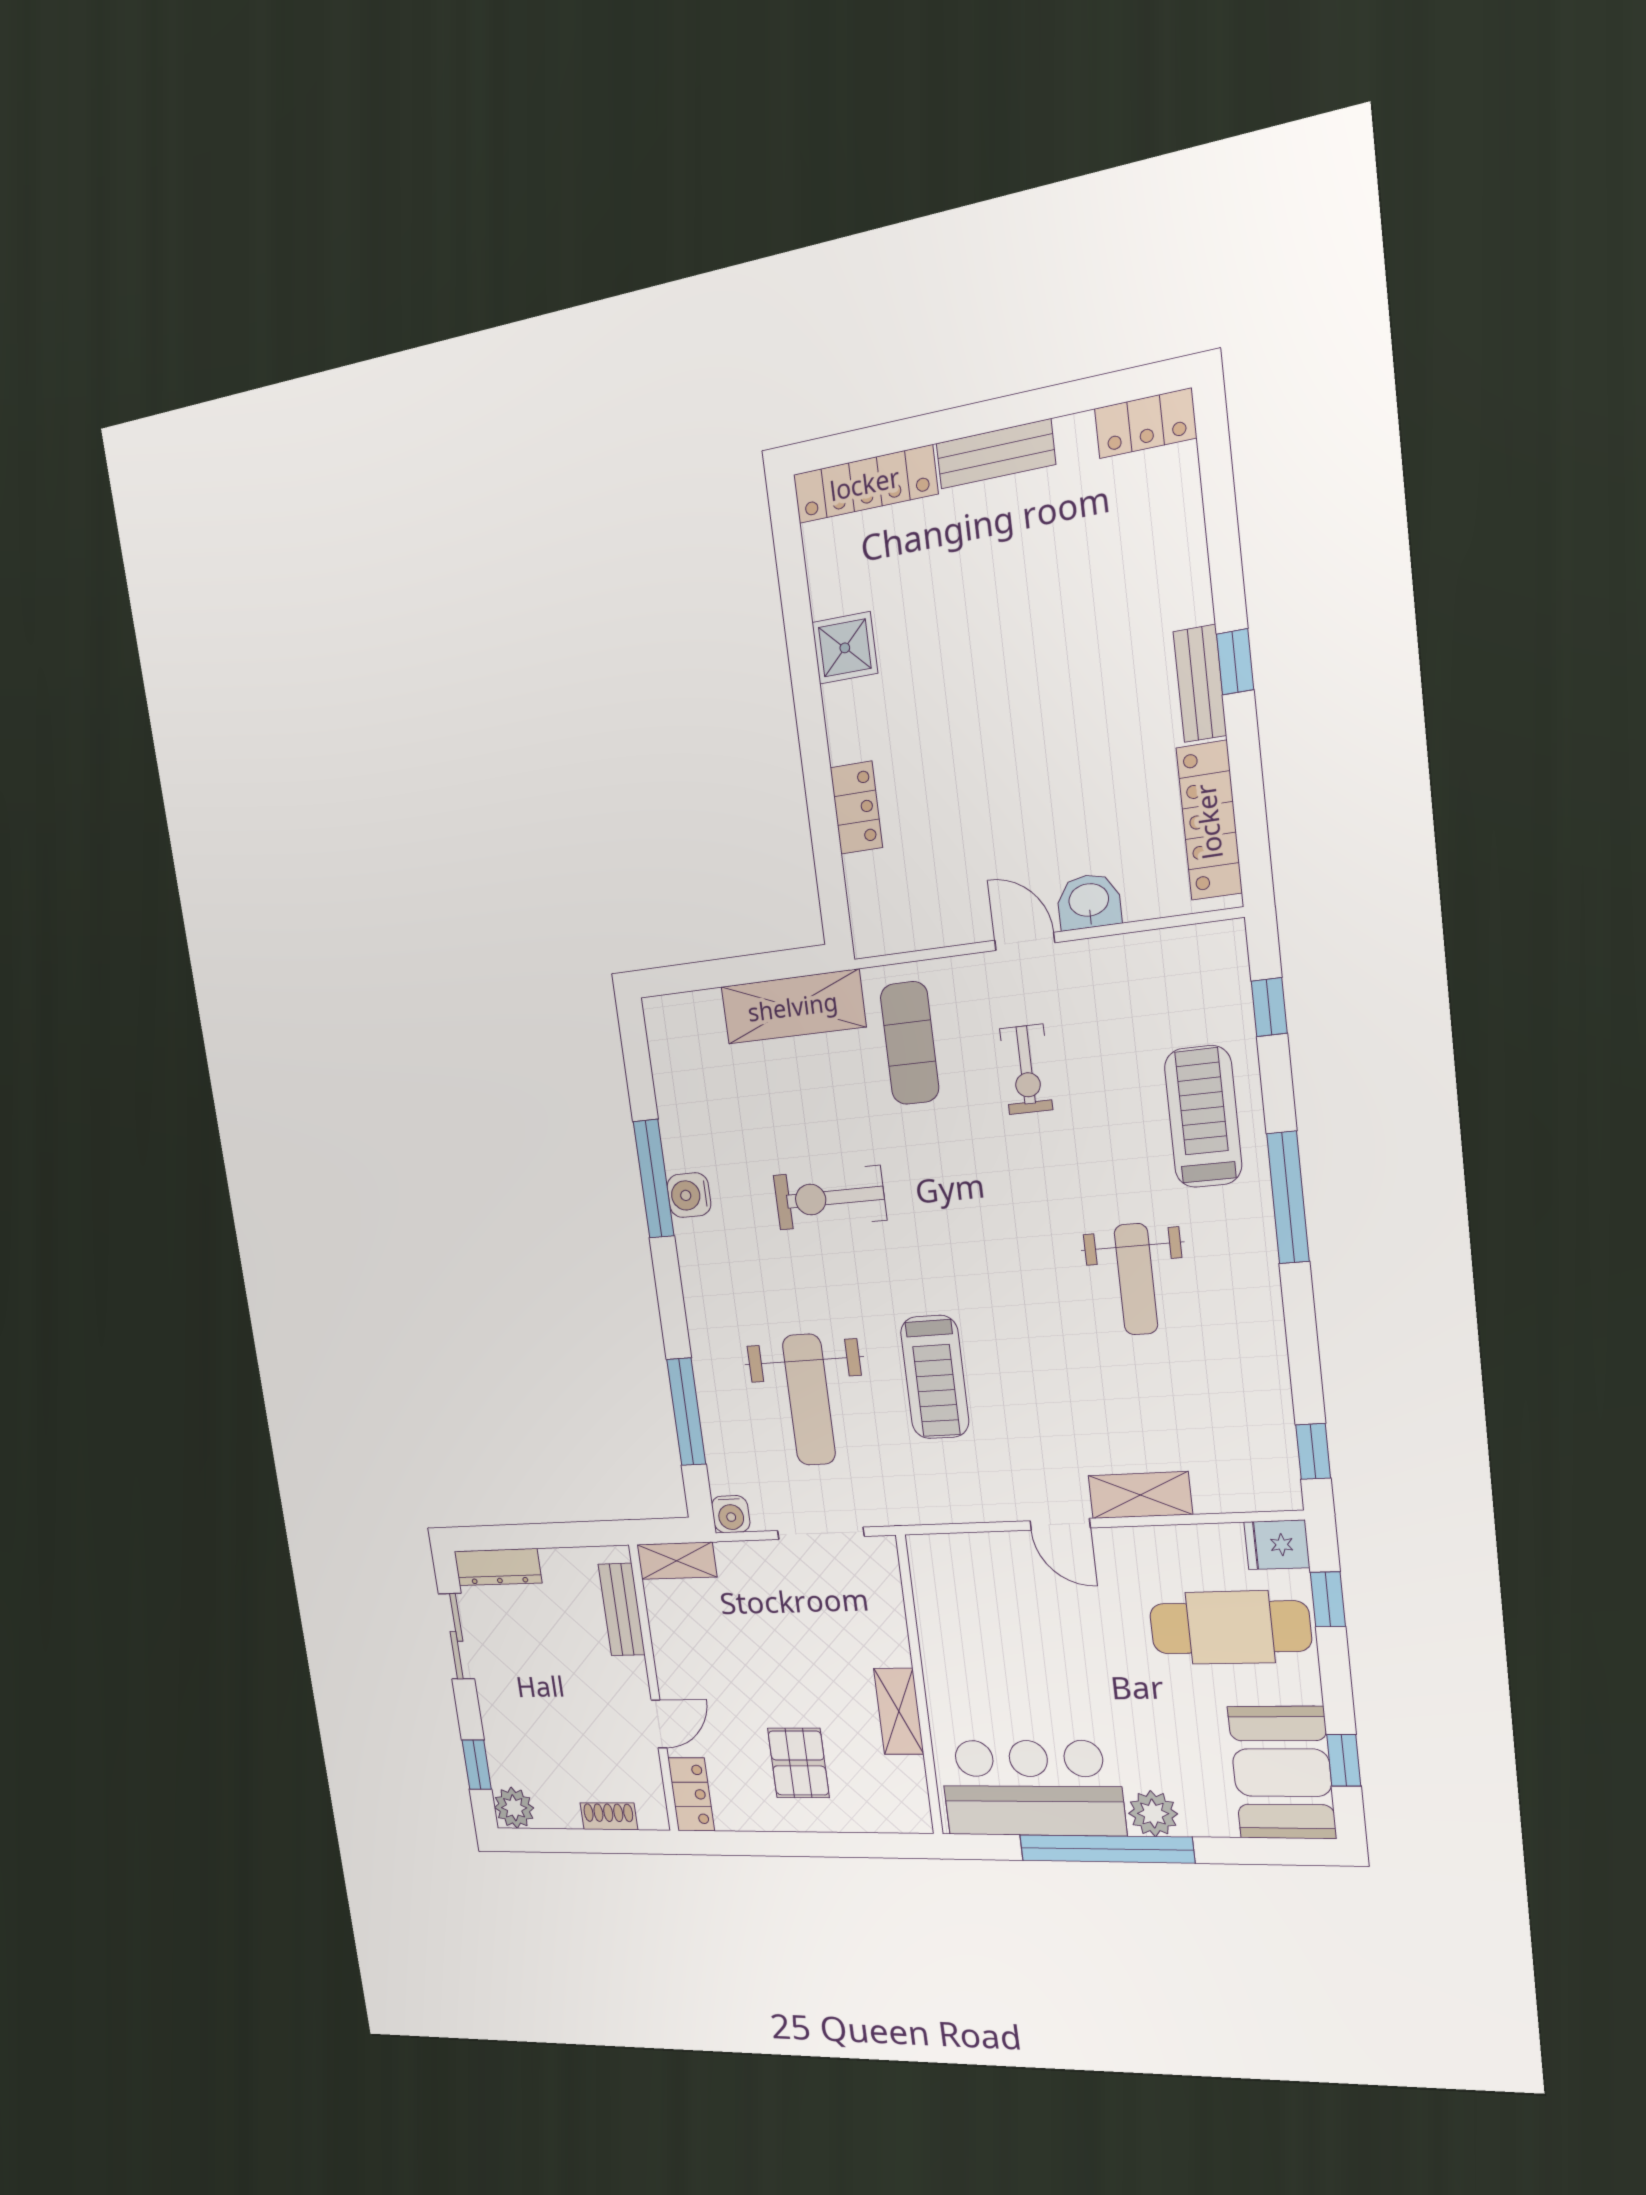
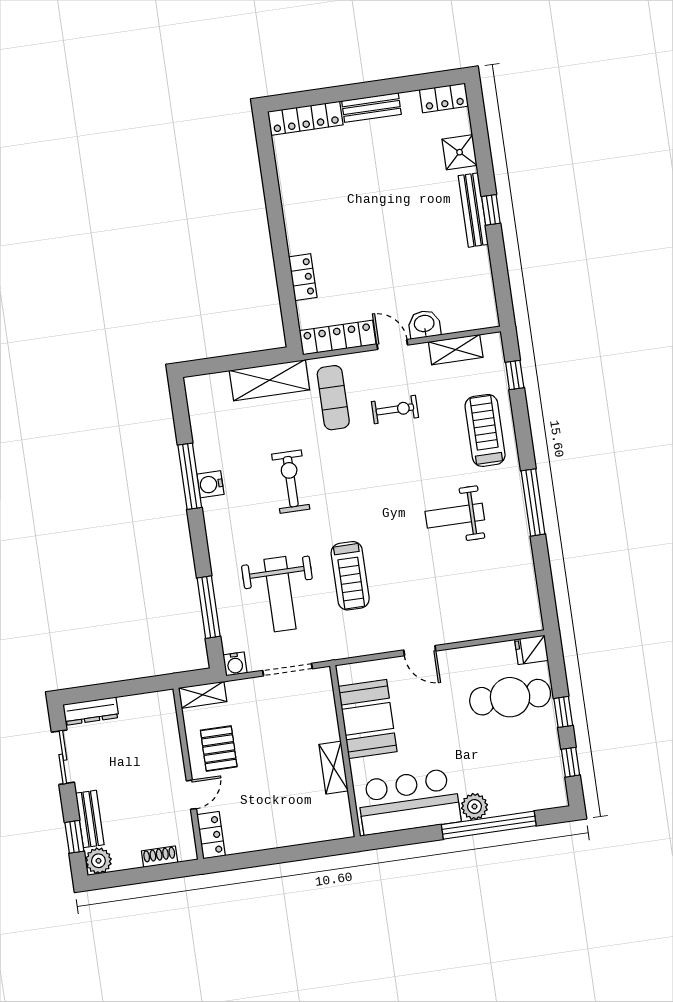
shower: (845, 648) -> (460, 152), moved
bench: (1200, 684) -> (473, 210), width x1.36
locker: (1209, 821) -> (338, 337), moved, turned 90
exercise bike: (1026, 1069) -> (395, 409), turned -90
exercise bike: (830, 1198) -> (291, 482), turned 90
window: (1288, 1198) -> (533, 502), moved
weight bench: (1136, 1279) -> (455, 516), turned 90
window: (1313, 1451) -> (547, 599), removed
shelving: (1140, 1495) -> (456, 350), moved
window: (1328, 1599) -> (563, 712), moved
bench: (622, 1610) -> (90, 819), moved
pallet: (798, 1763) -> (219, 749), moved
booth: (1282, 1773) -> (368, 719), moved
window: (1106, 1849) -> (489, 825), moved

